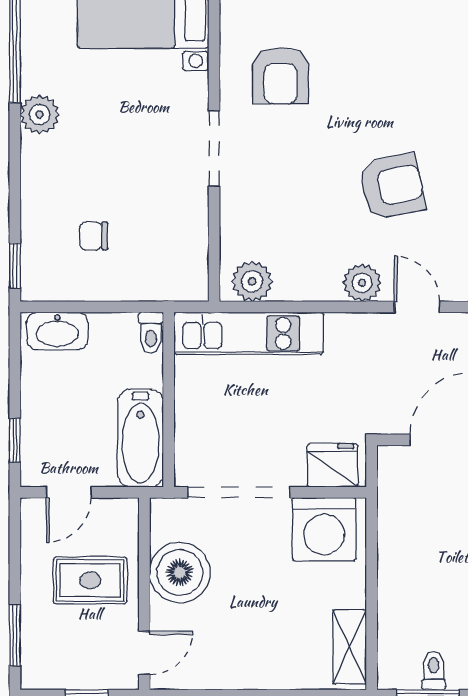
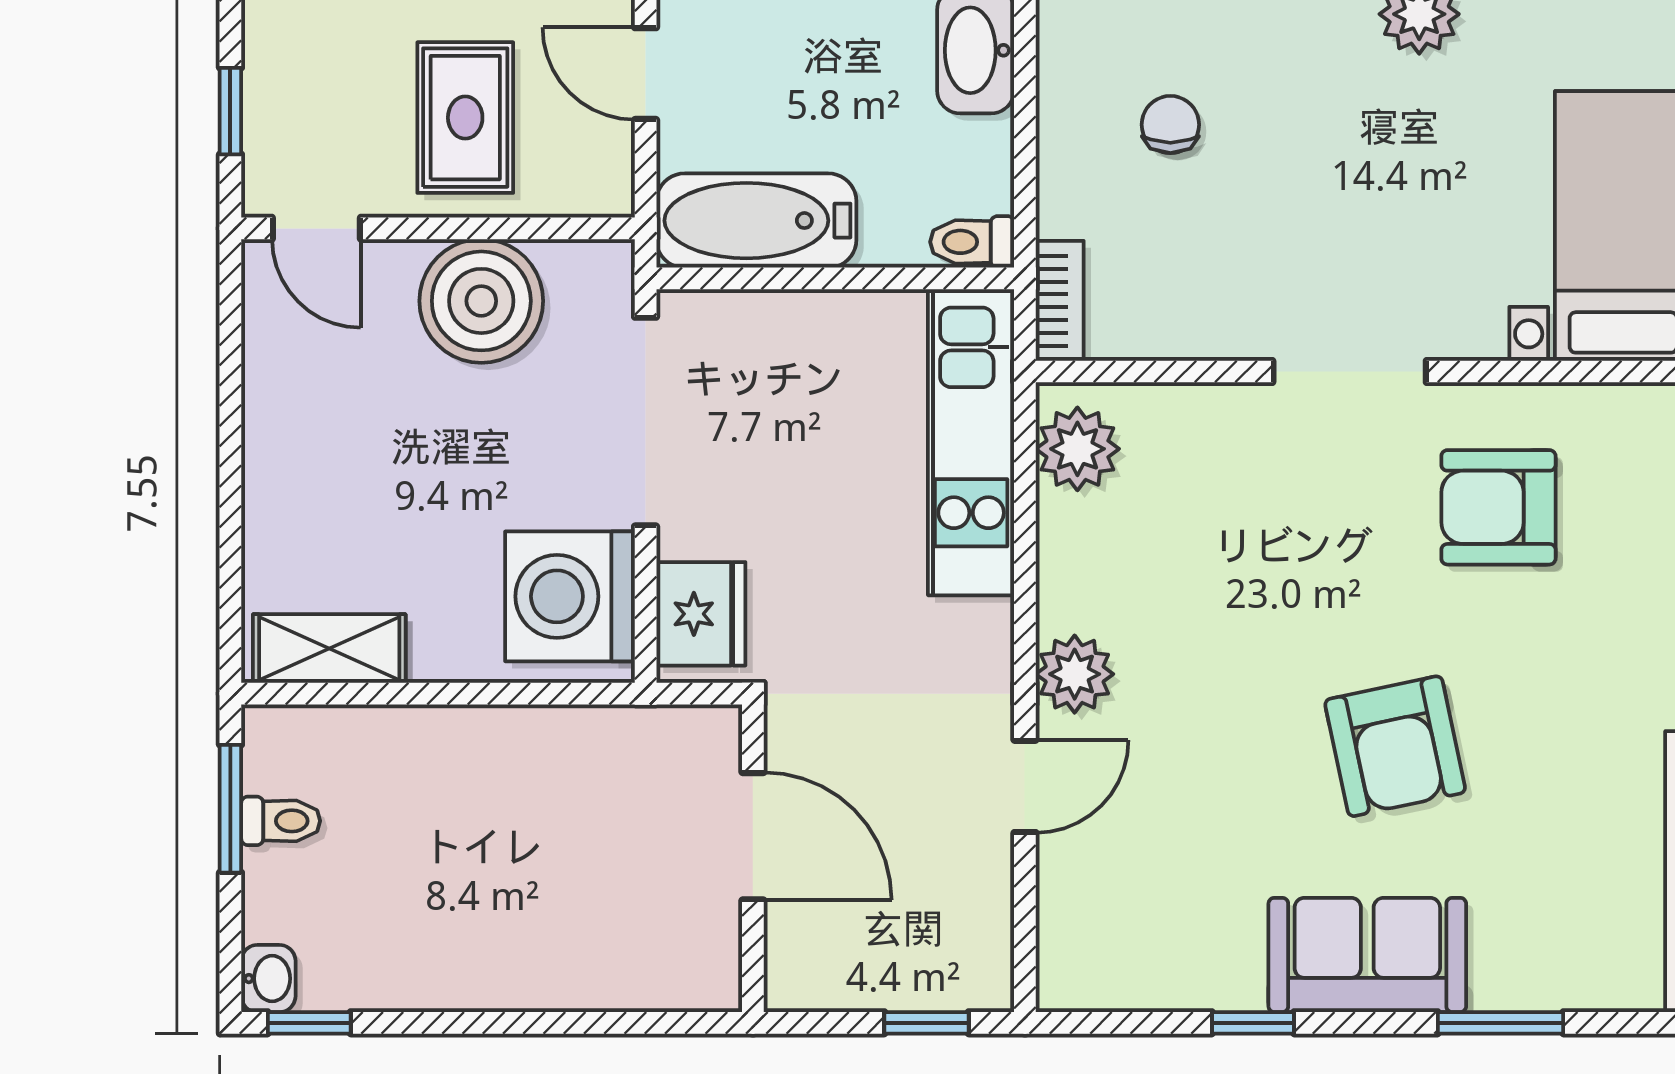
armchair: (392, 186) -> (1395, 746), moved
bookcase: (180, 290) -> (1060, 301), added

